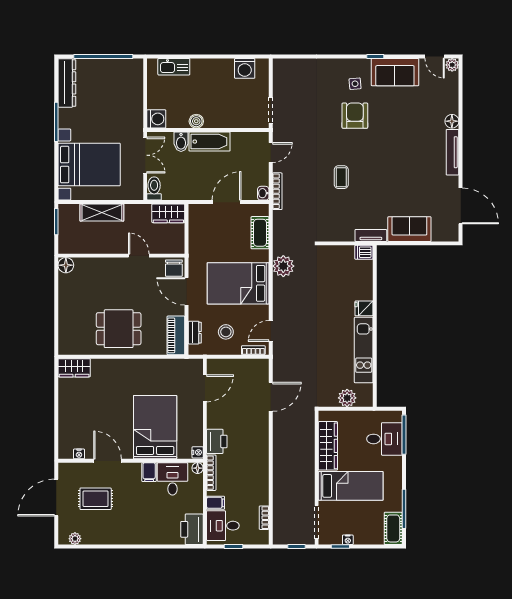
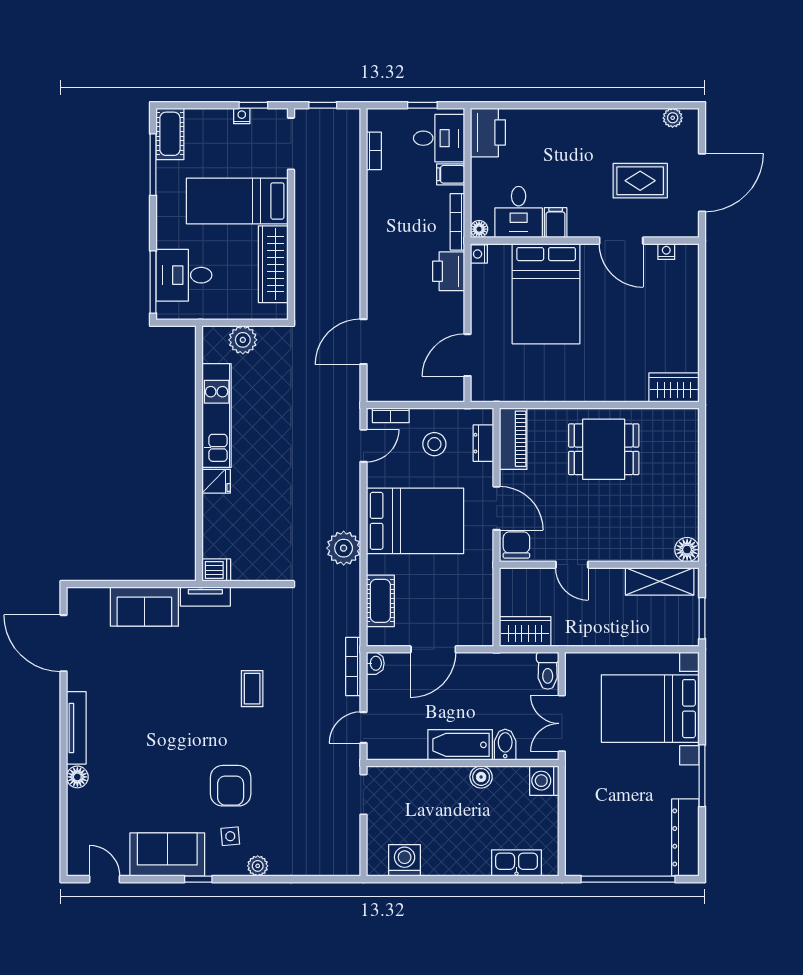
plant: (452, 65) -> (258, 866), moved
shelving: (102, 213) -> (660, 581), moved

